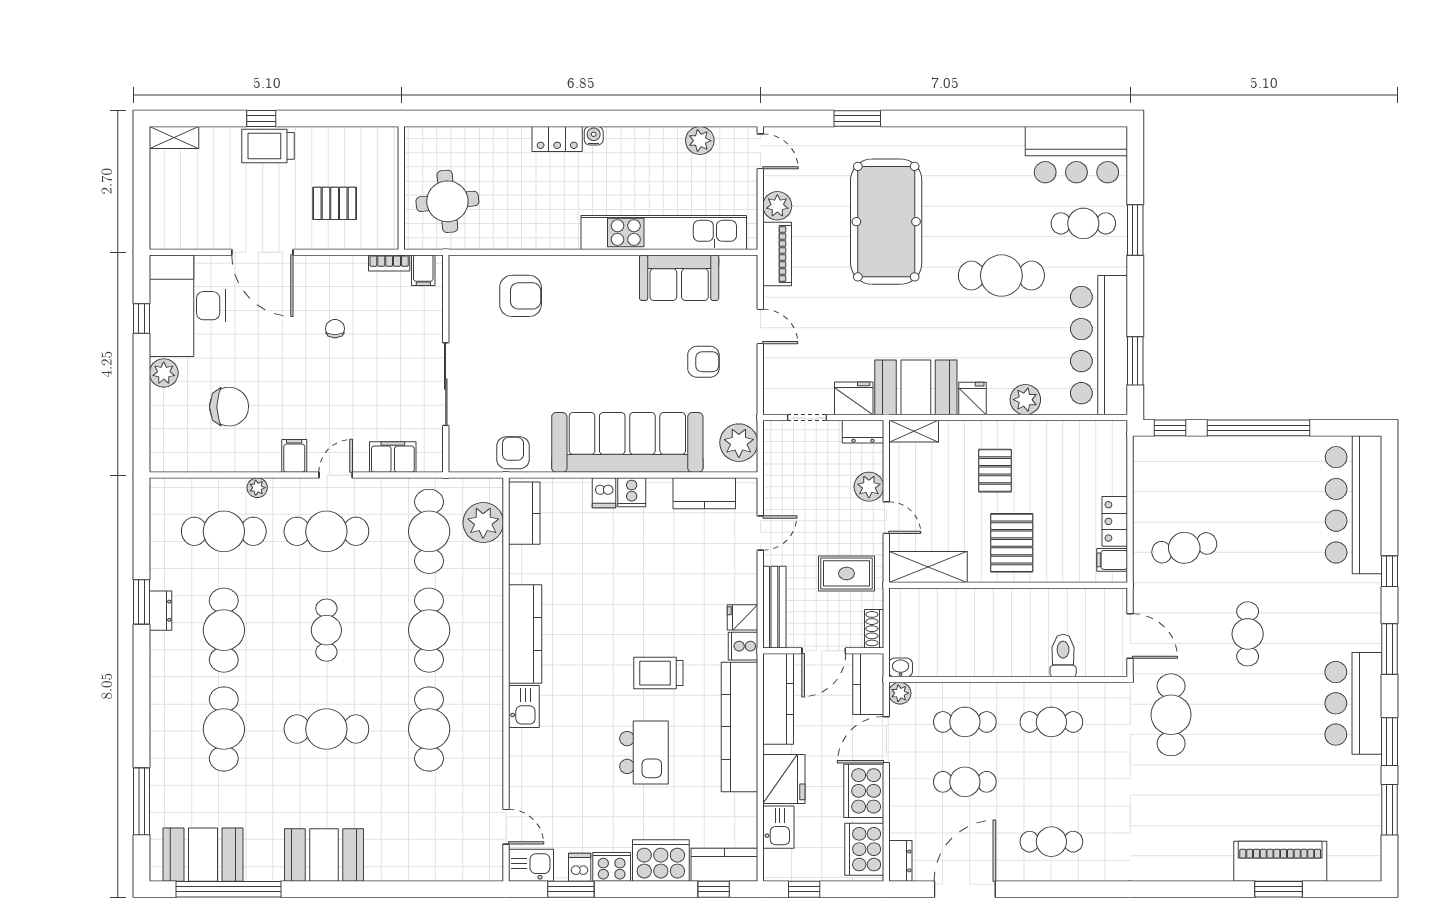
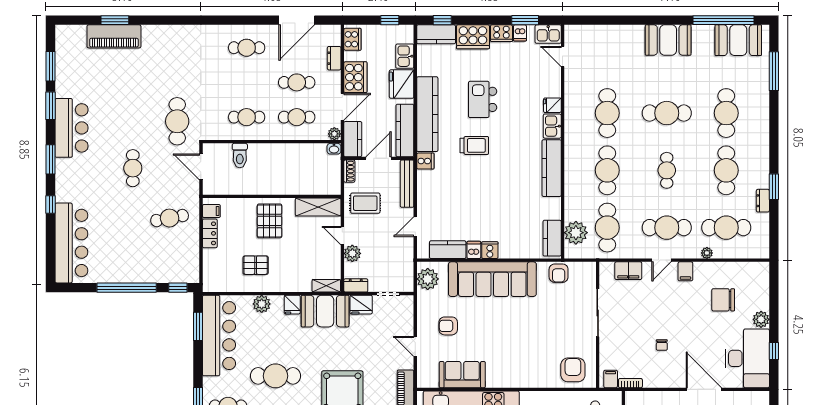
armchair: (521, 296) -> (573, 370), moved, turned 90
pallet: (995, 471) -> (256, 265), moved, turned 90
dishwasher: (604, 493) -> (474, 250), moved
dresser: (161, 611) -> (763, 201), moved
fridge: (743, 617) -> (552, 105), moved, turned 180
cooker: (864, 849) -> (352, 39), width x0.73, depth x0.76
dresser: (900, 861) -> (334, 58), moved

